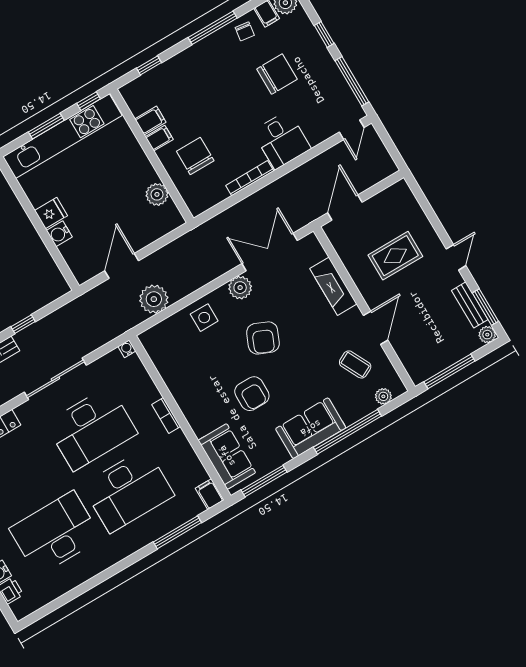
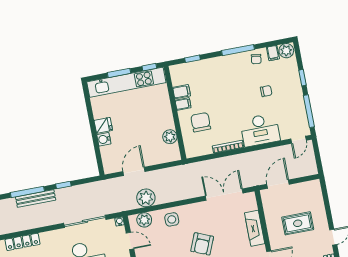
chair: (277, 74) -> (266, 91), width x0.54, depth x0.54
desk: (282, 140) -> (260, 130), width x1.37
plant: (240, 288) -> (144, 220), moved
door: (153, 372) -> (130, 241), added
sliding door: (55, 379) -> (85, 221), moved

